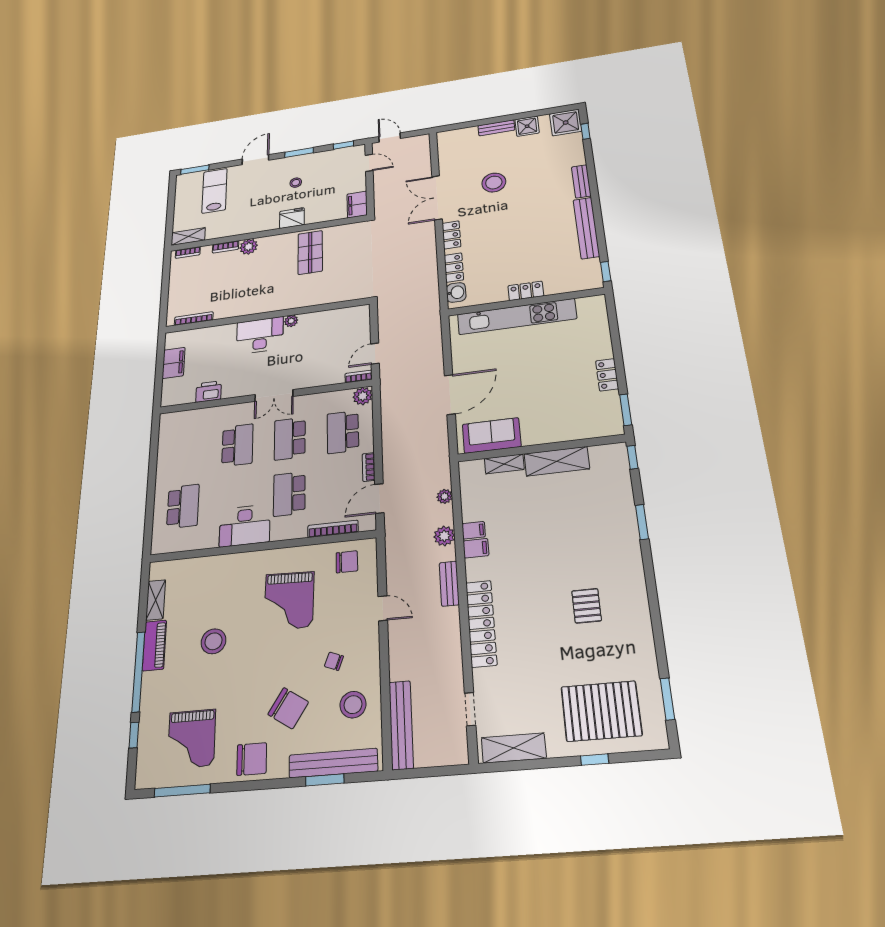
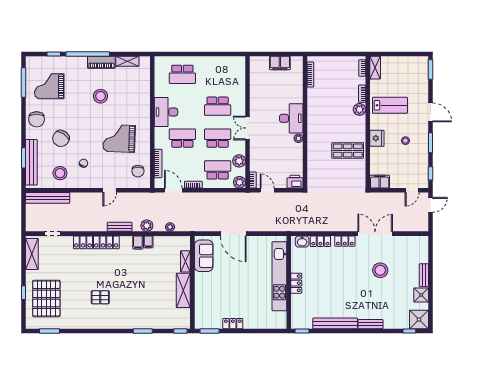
lab bench: (215, 191) -> (390, 105), moved
printer: (209, 392) -> (295, 182), moved, turned -90
plant: (327, 401) -> (239, 161), added

